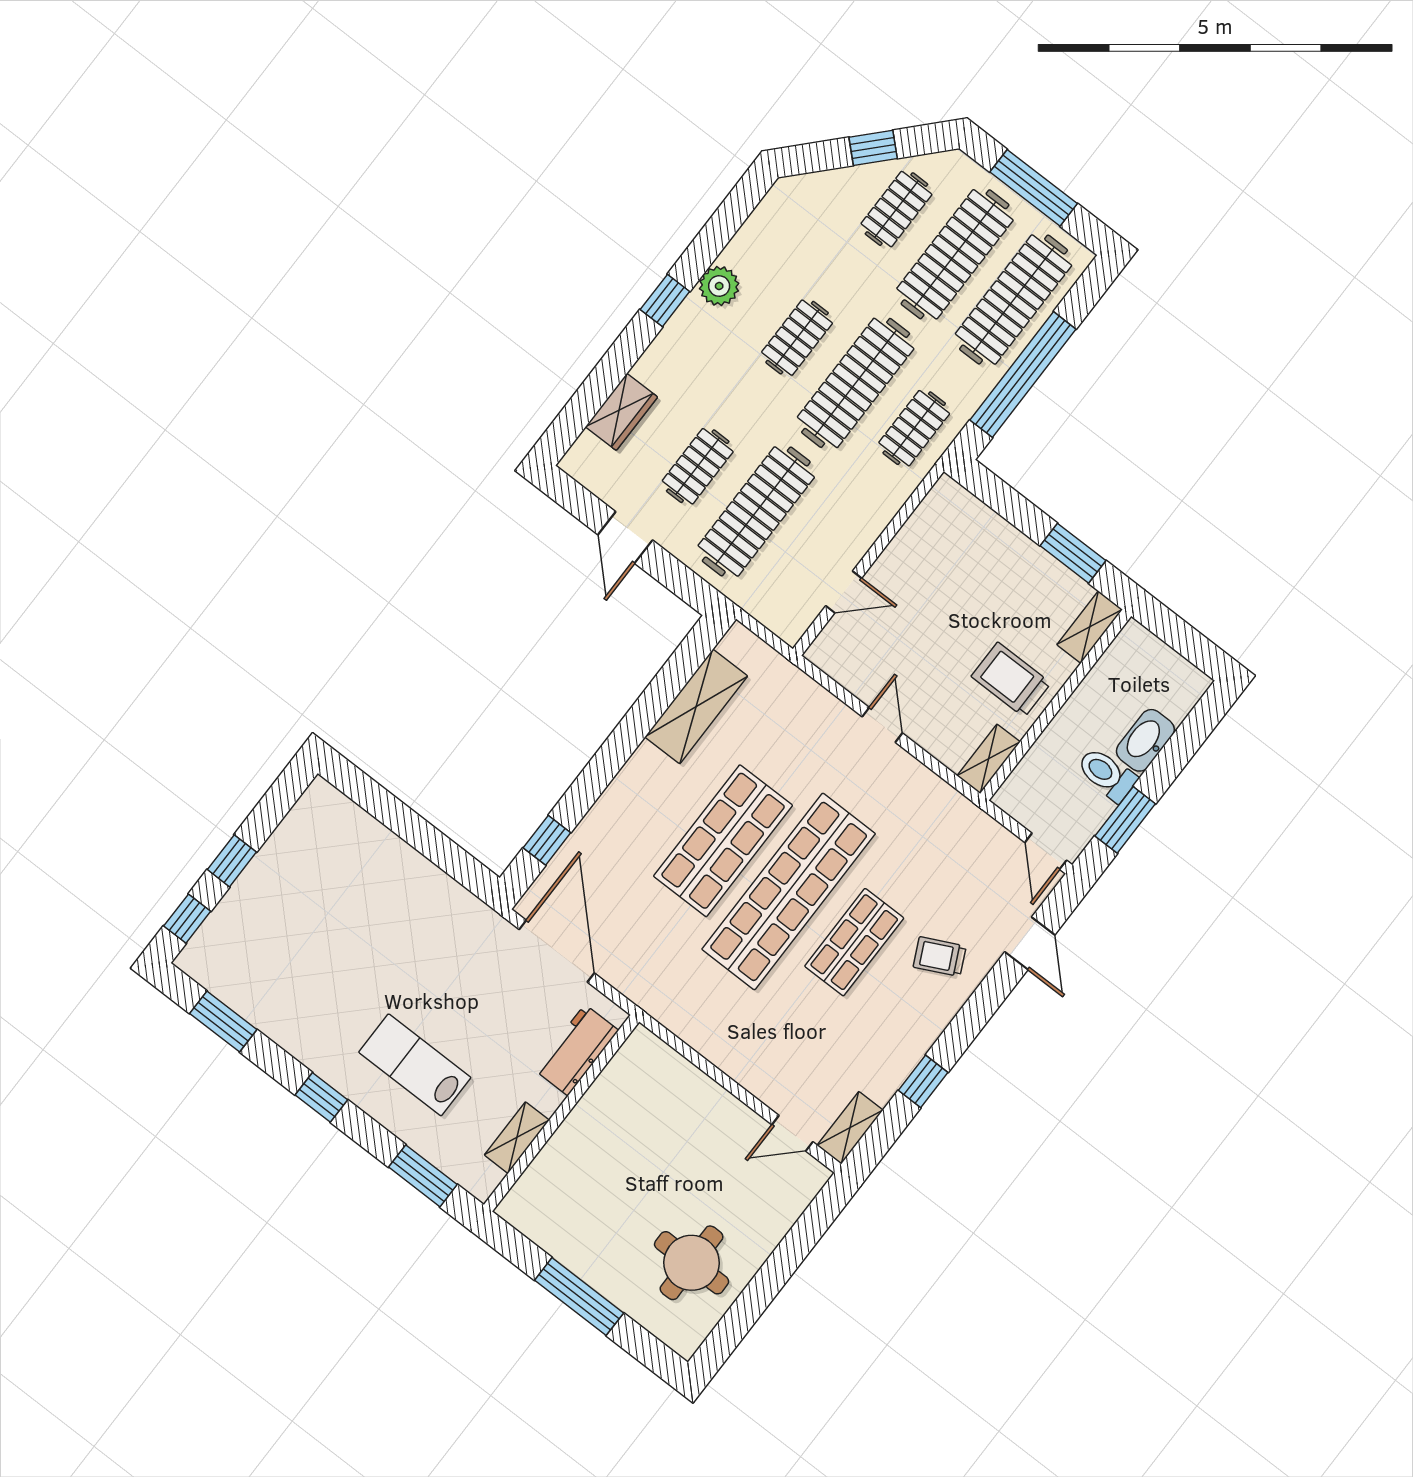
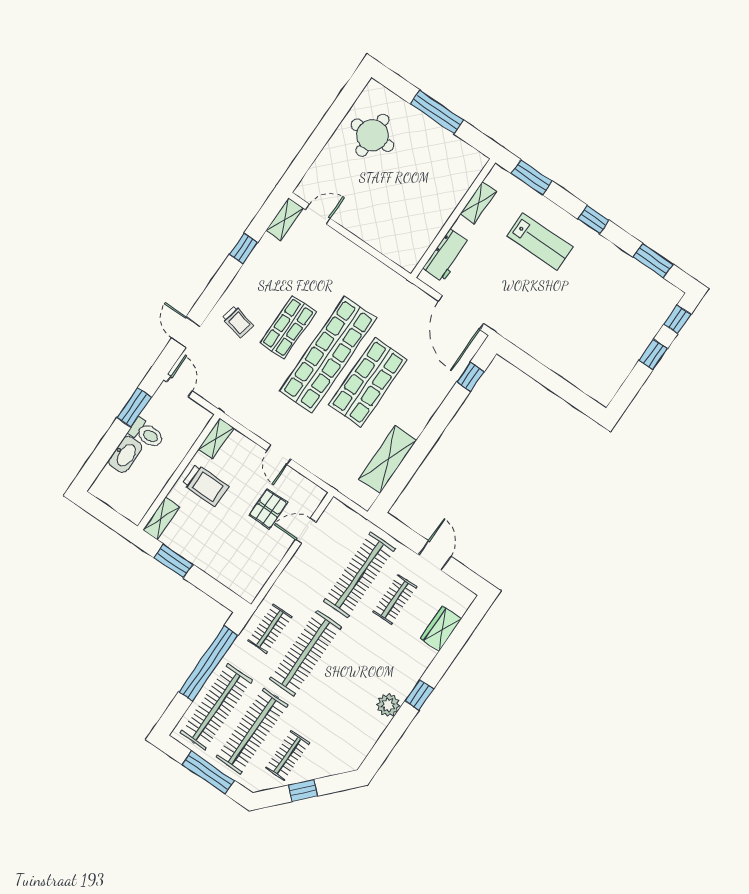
clothes rail: (797, 338) -> (341, 678), removed
pallet: (906, 633) -> (268, 509), added
trolley: (940, 957) -> (238, 322), turned 39

